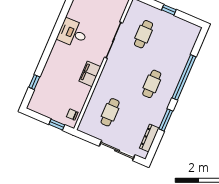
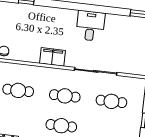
cafe table: (127, 73) -> (65, 96), added

